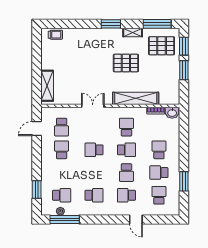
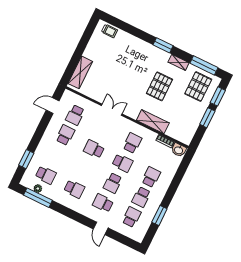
pallet: (162, 46) -> (198, 87), turned 90
pallet: (126, 63) -> (159, 86), turned 90
shelving: (136, 98) -> (153, 122), width x0.68
school desk: (159, 173) -> (141, 197), turned -90

